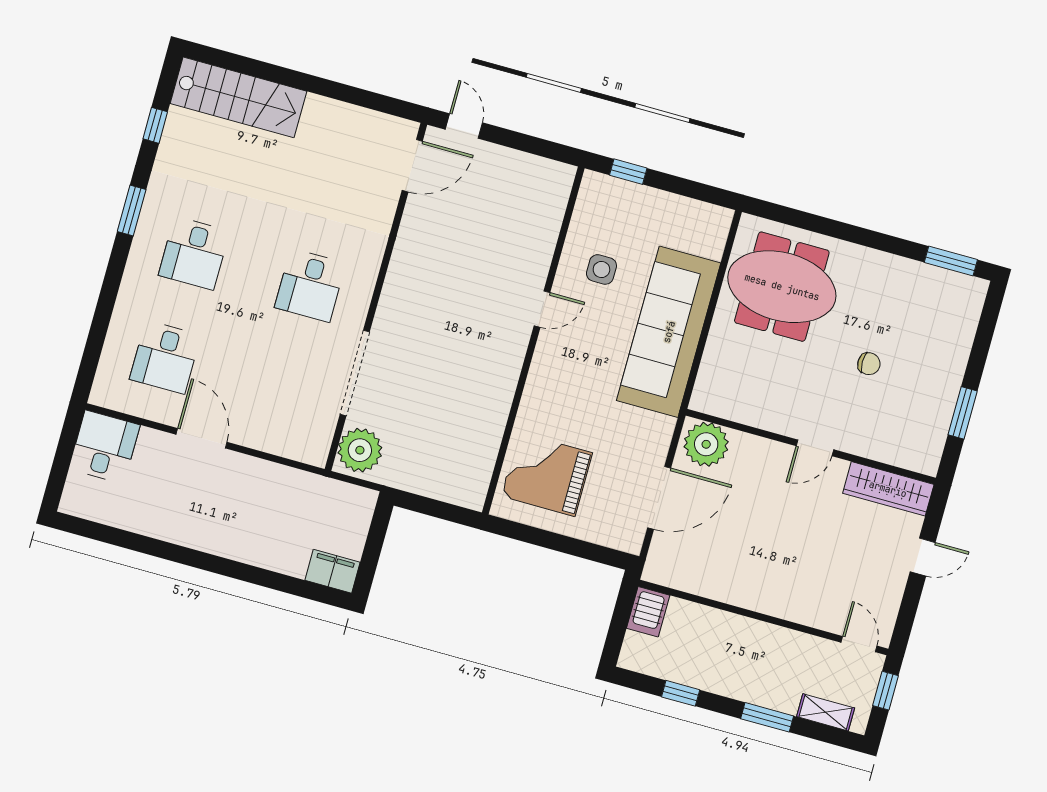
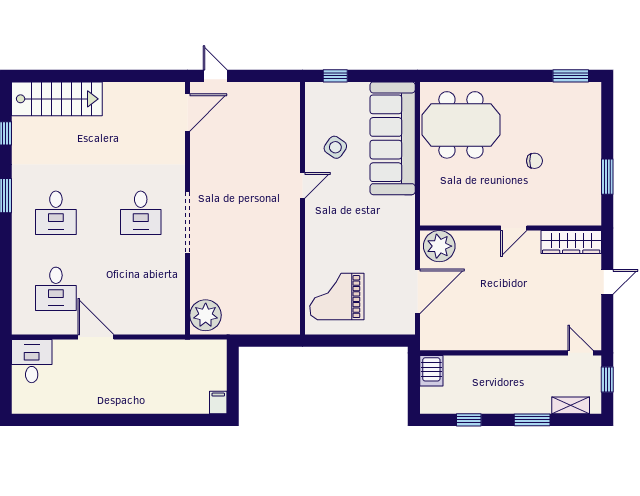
side table: (601, 269) -> (335, 147), turned 35
sofa: (669, 332) -> (393, 138), moved
doorway: (355, 373) -> (188, 222), moved
filing cabinet: (332, 571) -> (218, 403), width x0.50

